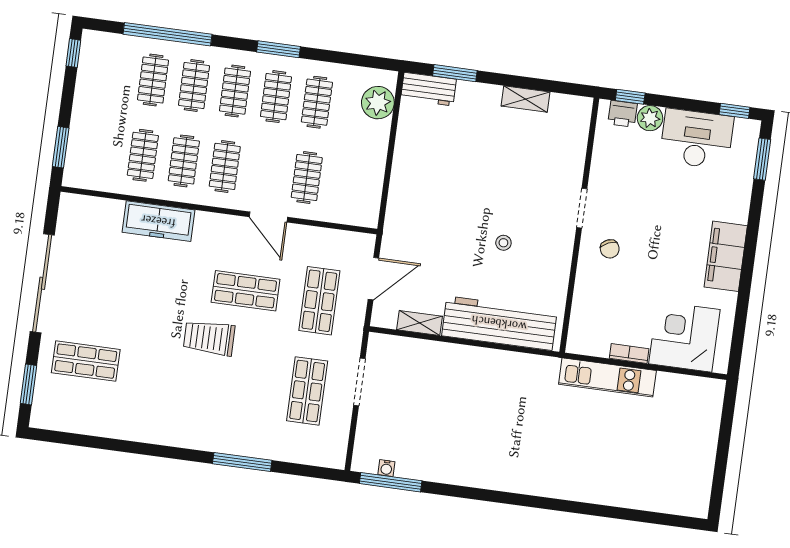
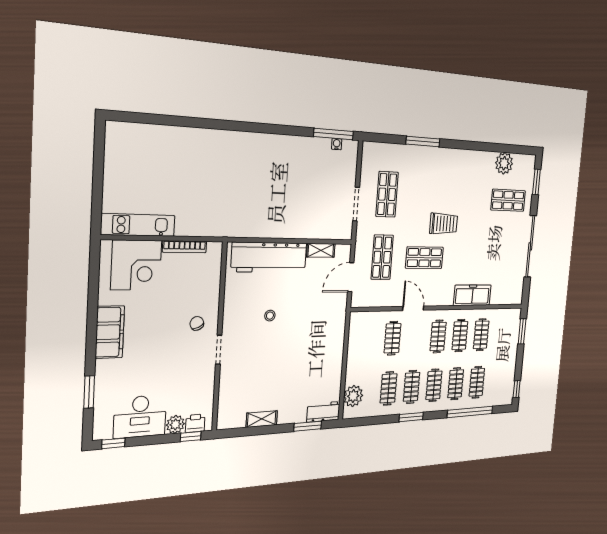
window: (762, 159) -> (89, 392), moved
bookcase: (629, 354) -> (185, 247), width x1.56
kitchen unit: (607, 377) -> (138, 225), moved
plant: (93, 419) -> (504, 163), added

